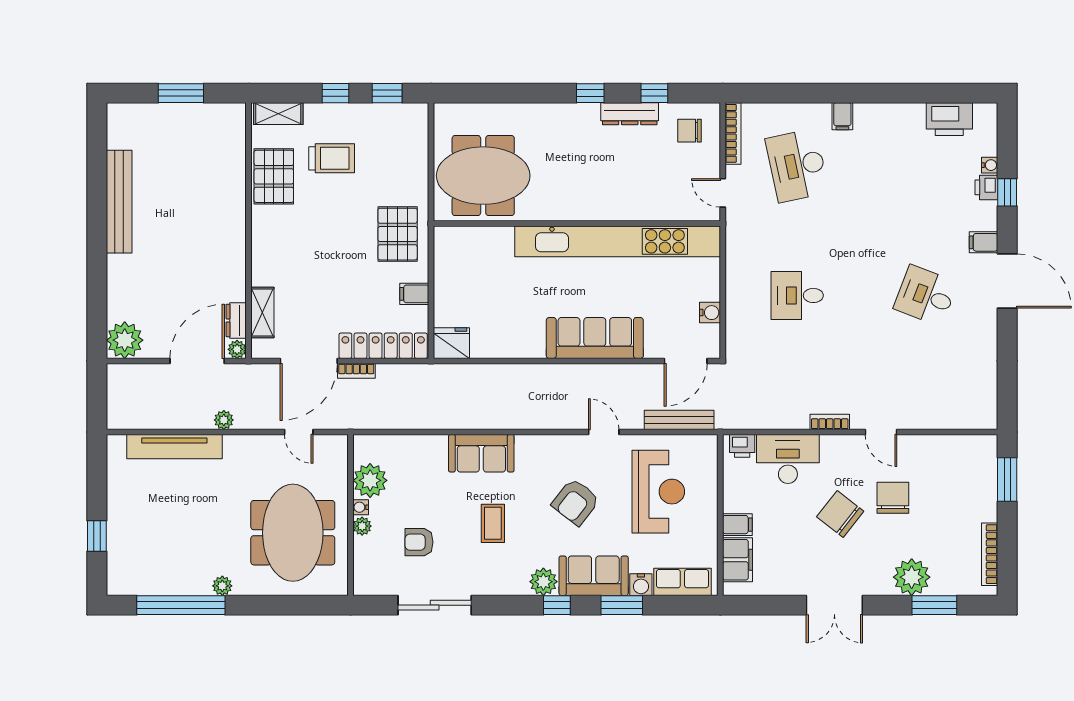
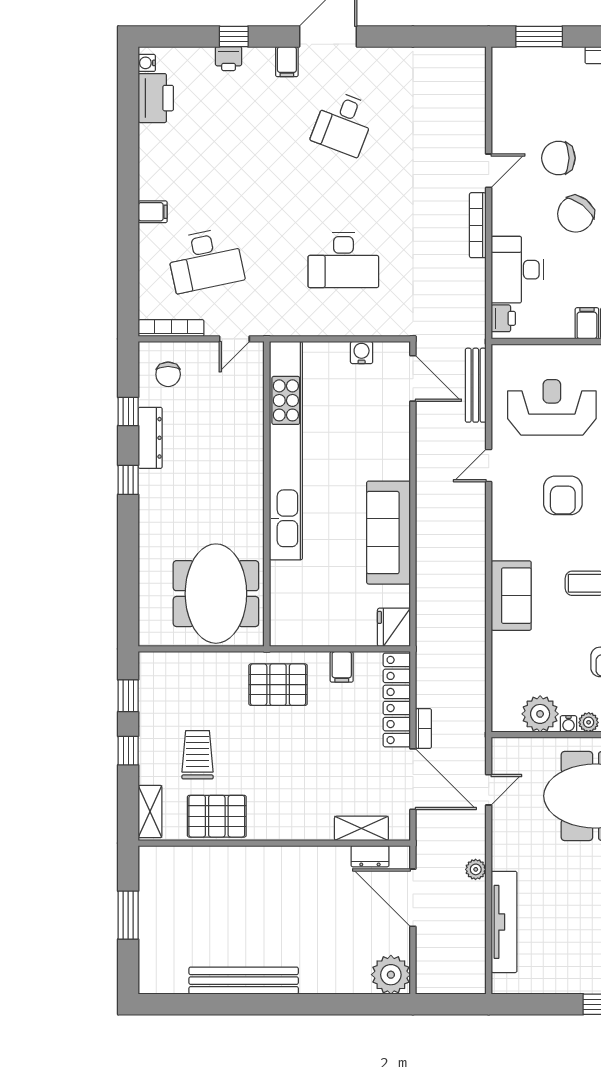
water cooler: (990, 165) -> (147, 63), moved, turned -90
desk: (797, 295) -> (343, 260), width x1.37
sofa: (595, 338) -> (389, 533), moved
plant: (237, 349) -> (401, 855), removed
bookcase: (830, 422) -> (478, 225), width x1.56
armchair: (576, 502) -> (563, 495), turned 52

